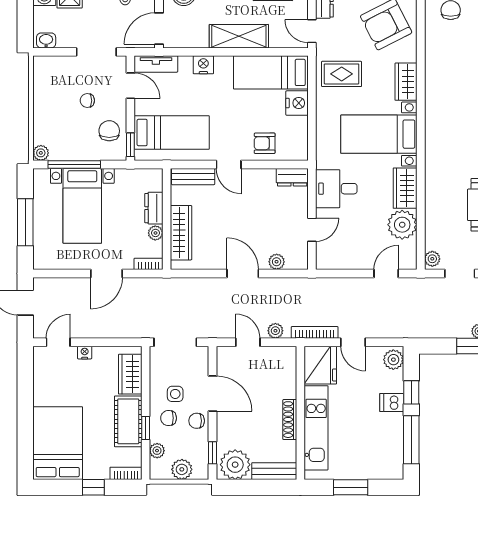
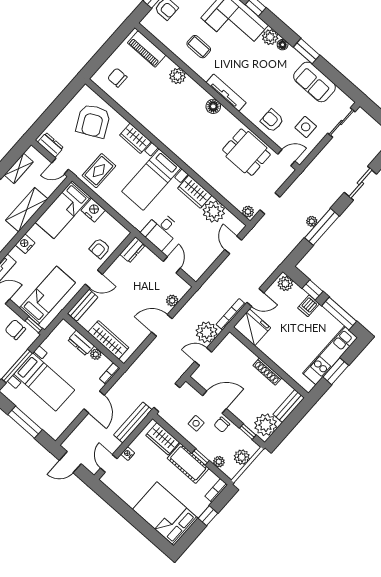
bench: (120, 330) -> (133, 422), added
plant: (275, 331) -> (207, 332), width x1.87, depth x1.87
chair: (169, 418) -> (206, 439), removed
kitchen unit: (316, 428) -> (330, 355), moved, turned -90

